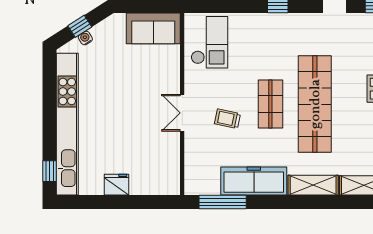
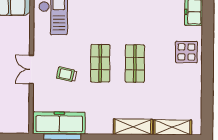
shop shelf: (315, 104) -> (135, 64), width x0.50, depth x0.74
freezer: (254, 181) -> (59, 123), moved

